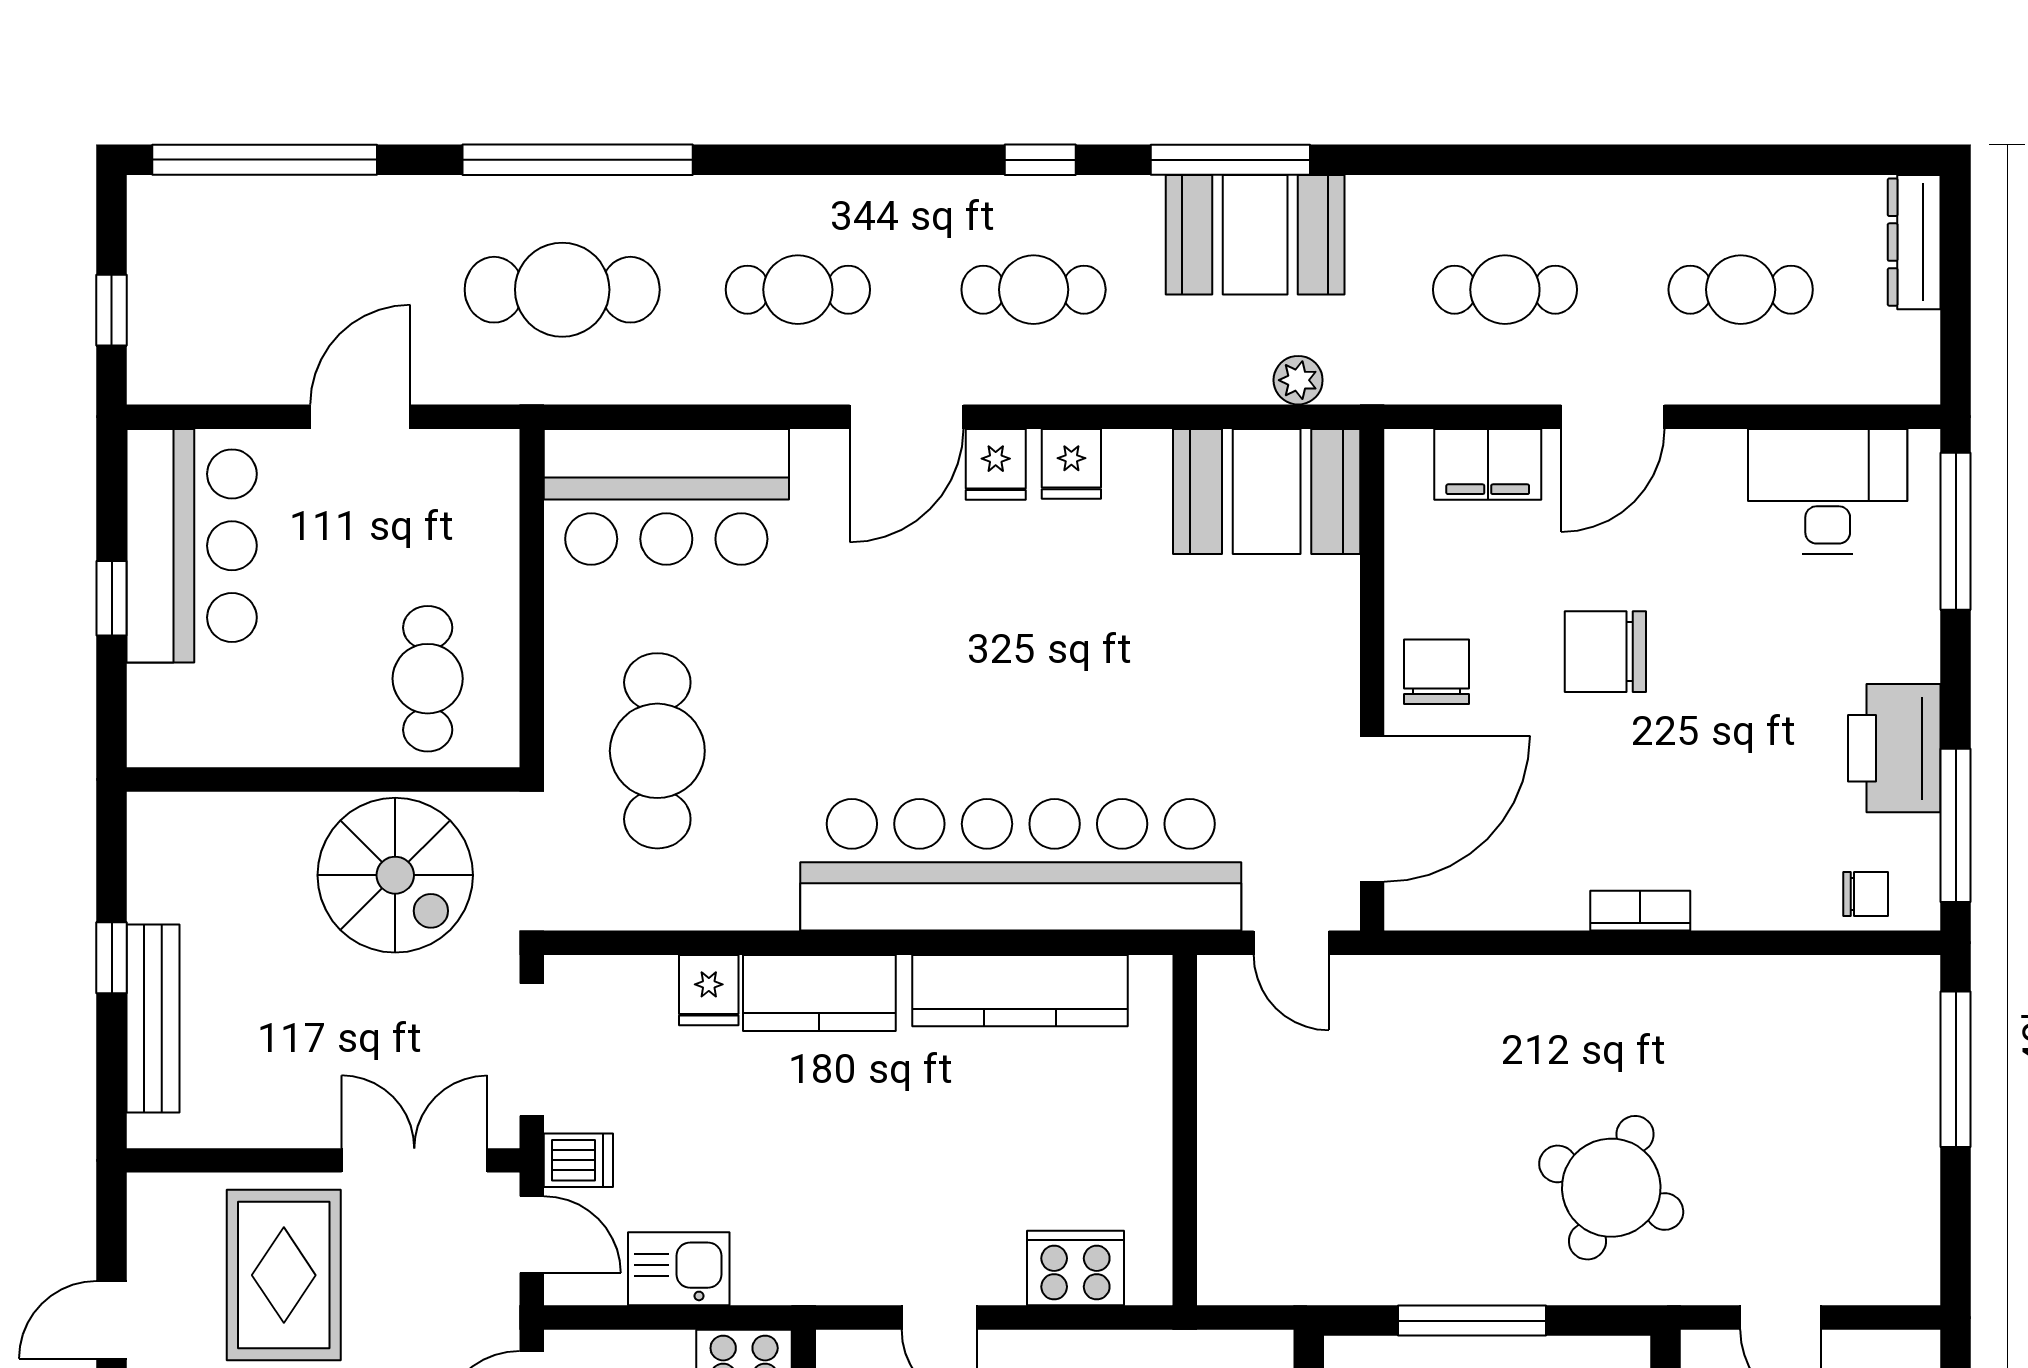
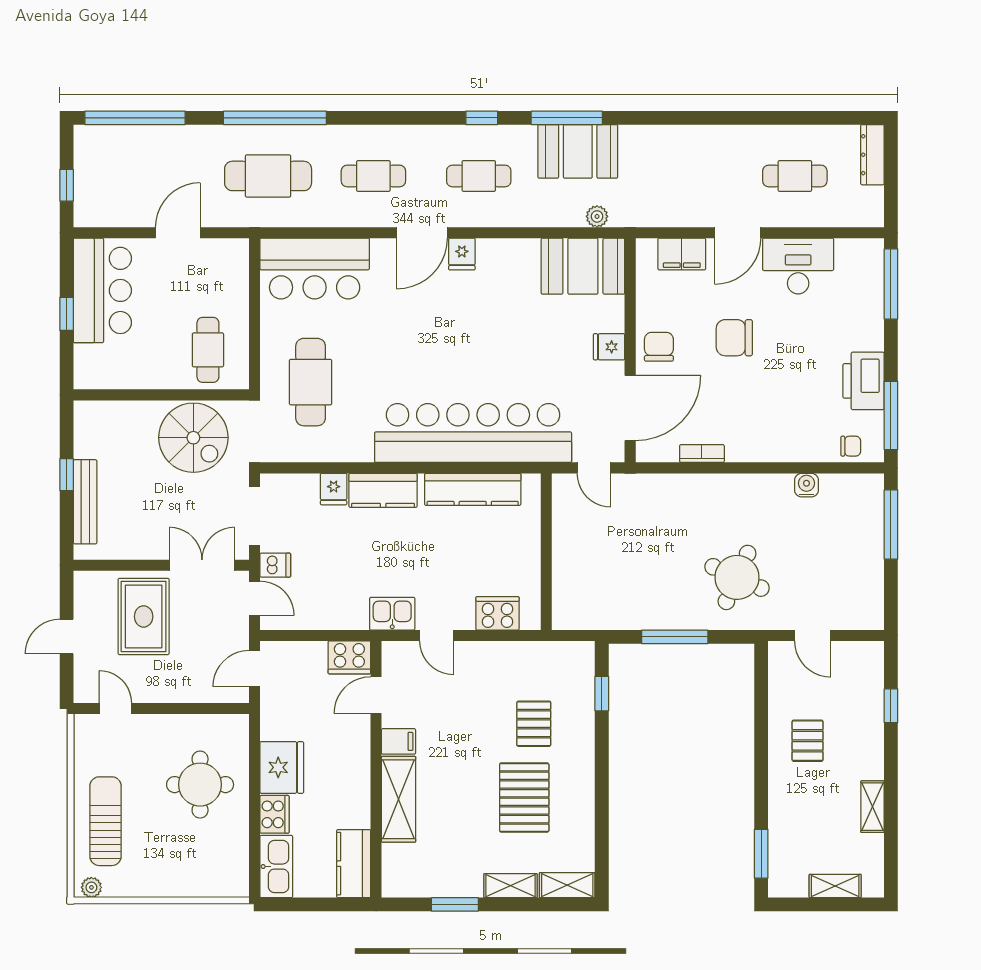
cafe table: (1505, 290) -> (689, 176), removed
fridge: (1071, 464) -> (609, 347), moved, turned 90
desk: (1828, 491) -> (798, 266), moved
bookcase: (1640, 911) -> (702, 454), moved
water cooler: (1767, 981) -> (807, 485), added
kitchen sink: (679, 1269) -> (392, 614), moved

